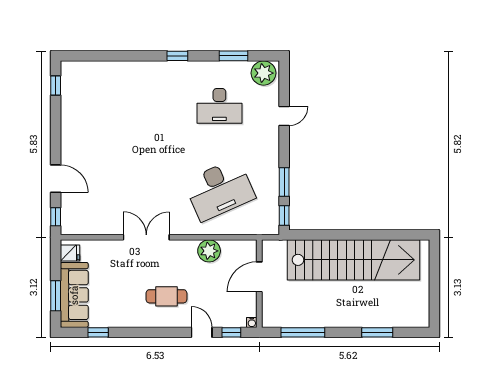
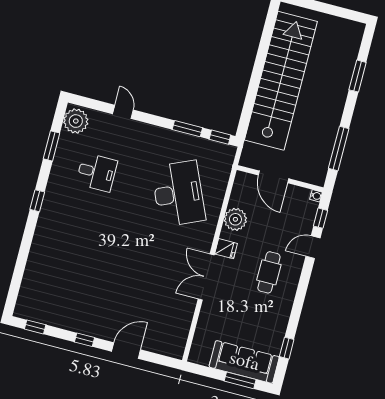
desk: (219, 106) -> (97, 172), width x0.73
window: (56, 217) -> (85, 340), moved
fridge: (70, 253) -> (226, 249), moved, turned 90

